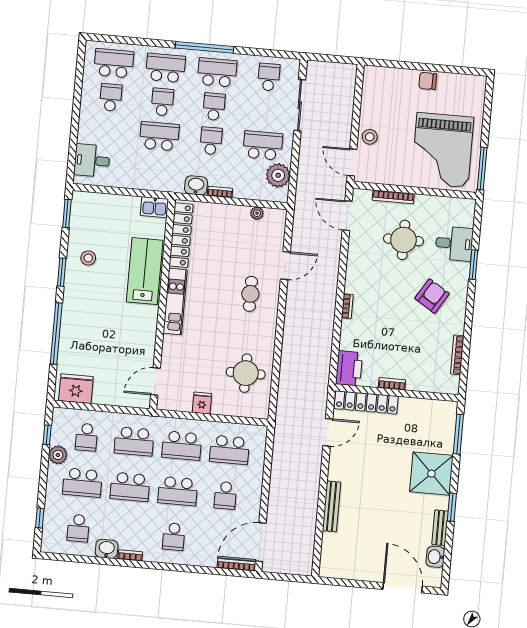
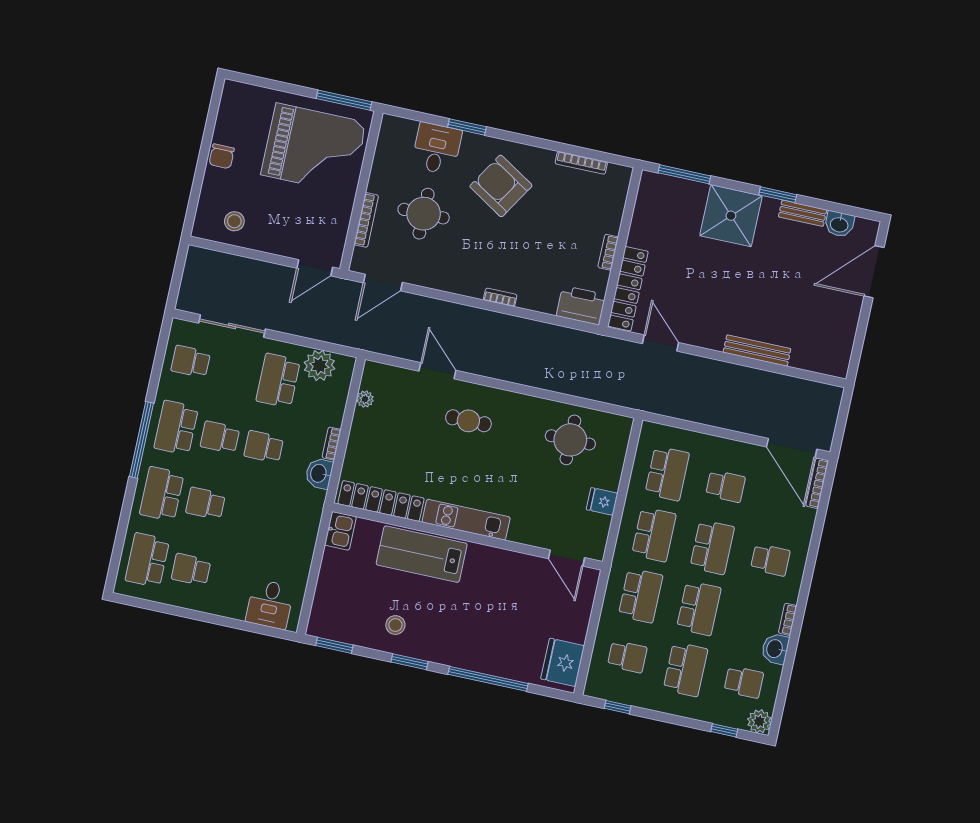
school desk: (159, 136) -> (249, 513), removed
stool: (370, 137) -> (234, 221), moved
armchair: (432, 296) -> (501, 186), width x1.36, depth x1.36
plant: (58, 455) -> (759, 721), moved

